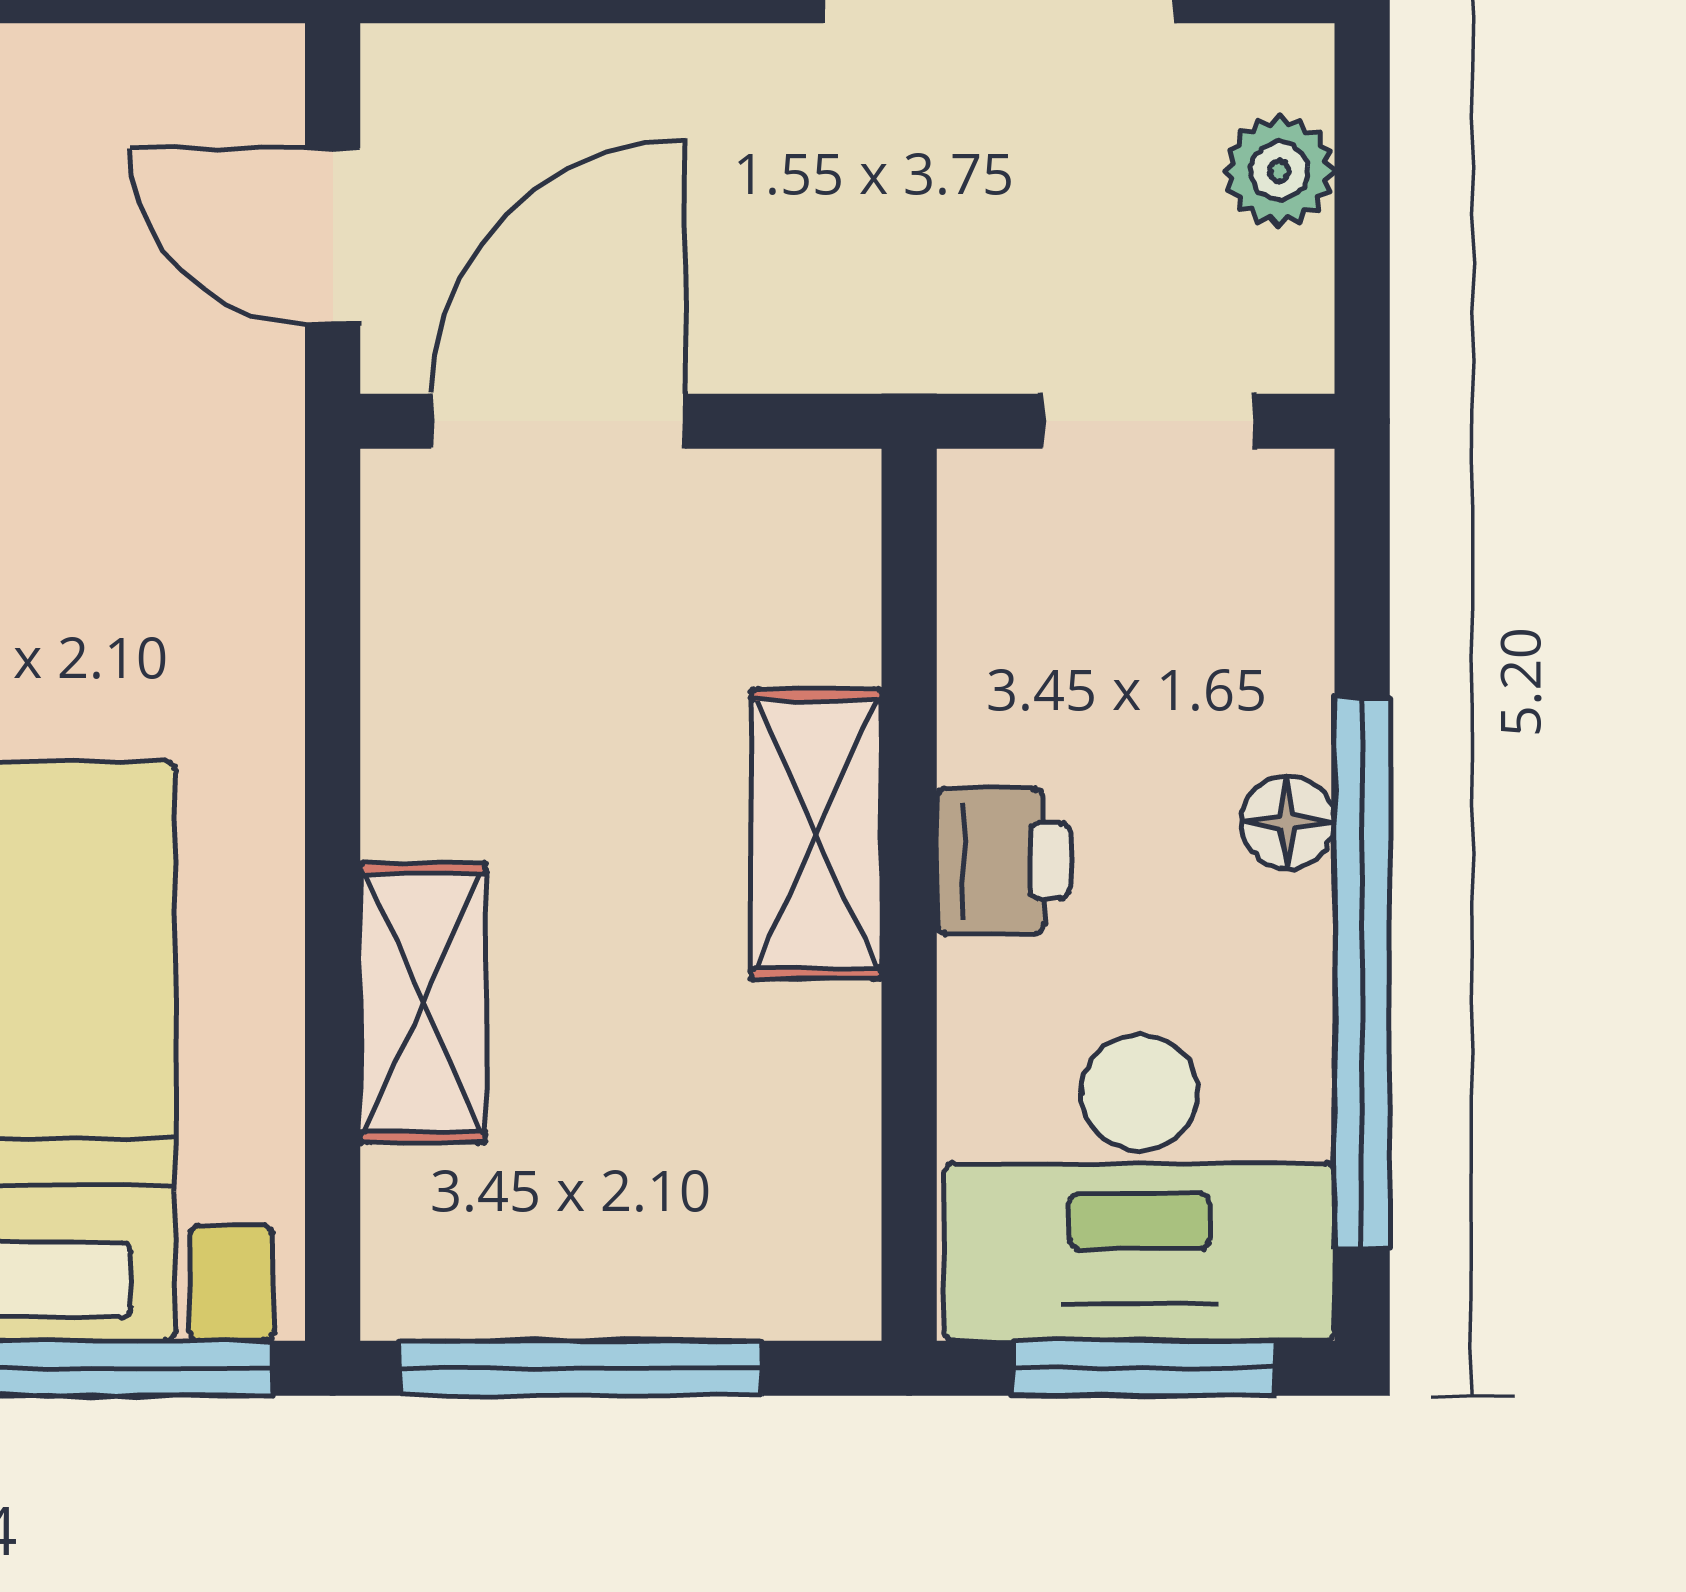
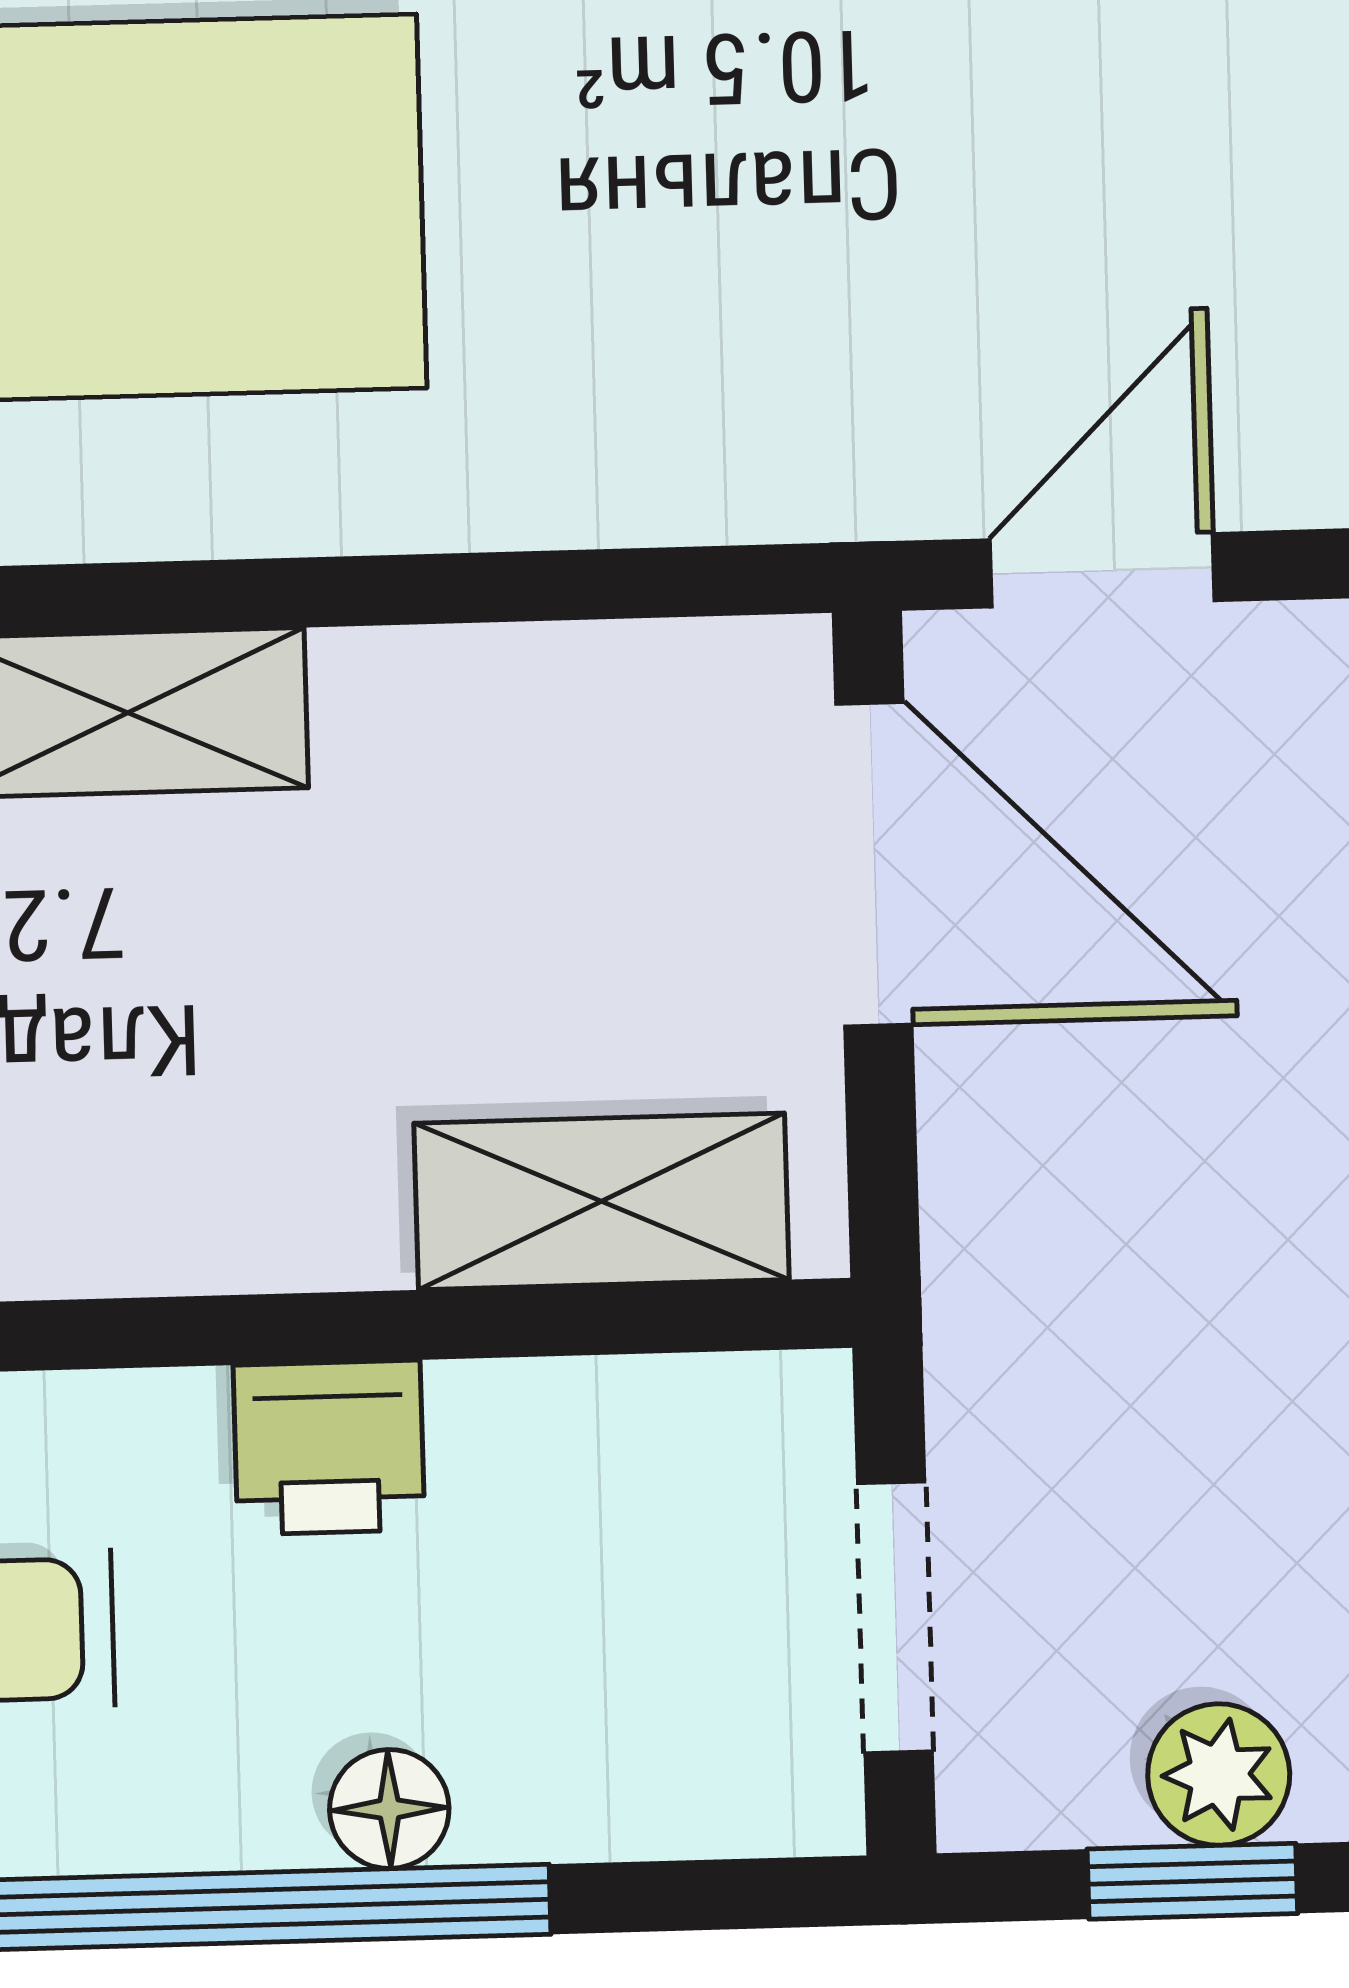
window: (1362, 194) -> (1192, 1881), added
shelving: (816, 834) -> (602, 1201), moved

